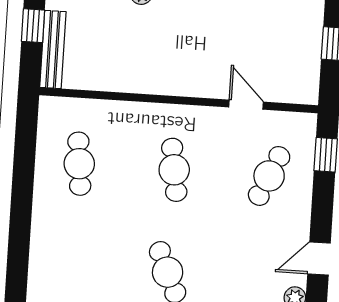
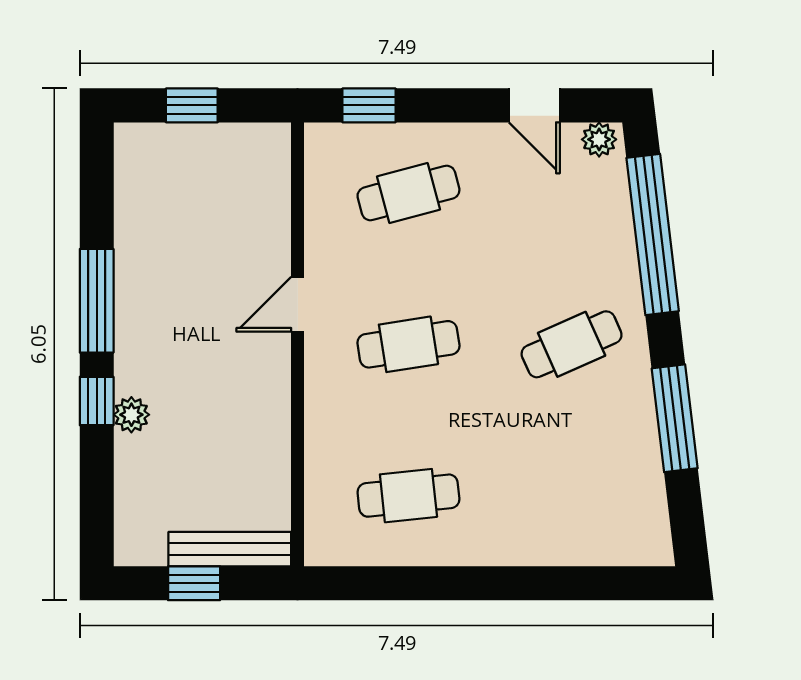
door: (246, 105) -> (298, 304), moved
cafe table: (269, 176) -> (408, 193), turned -39

